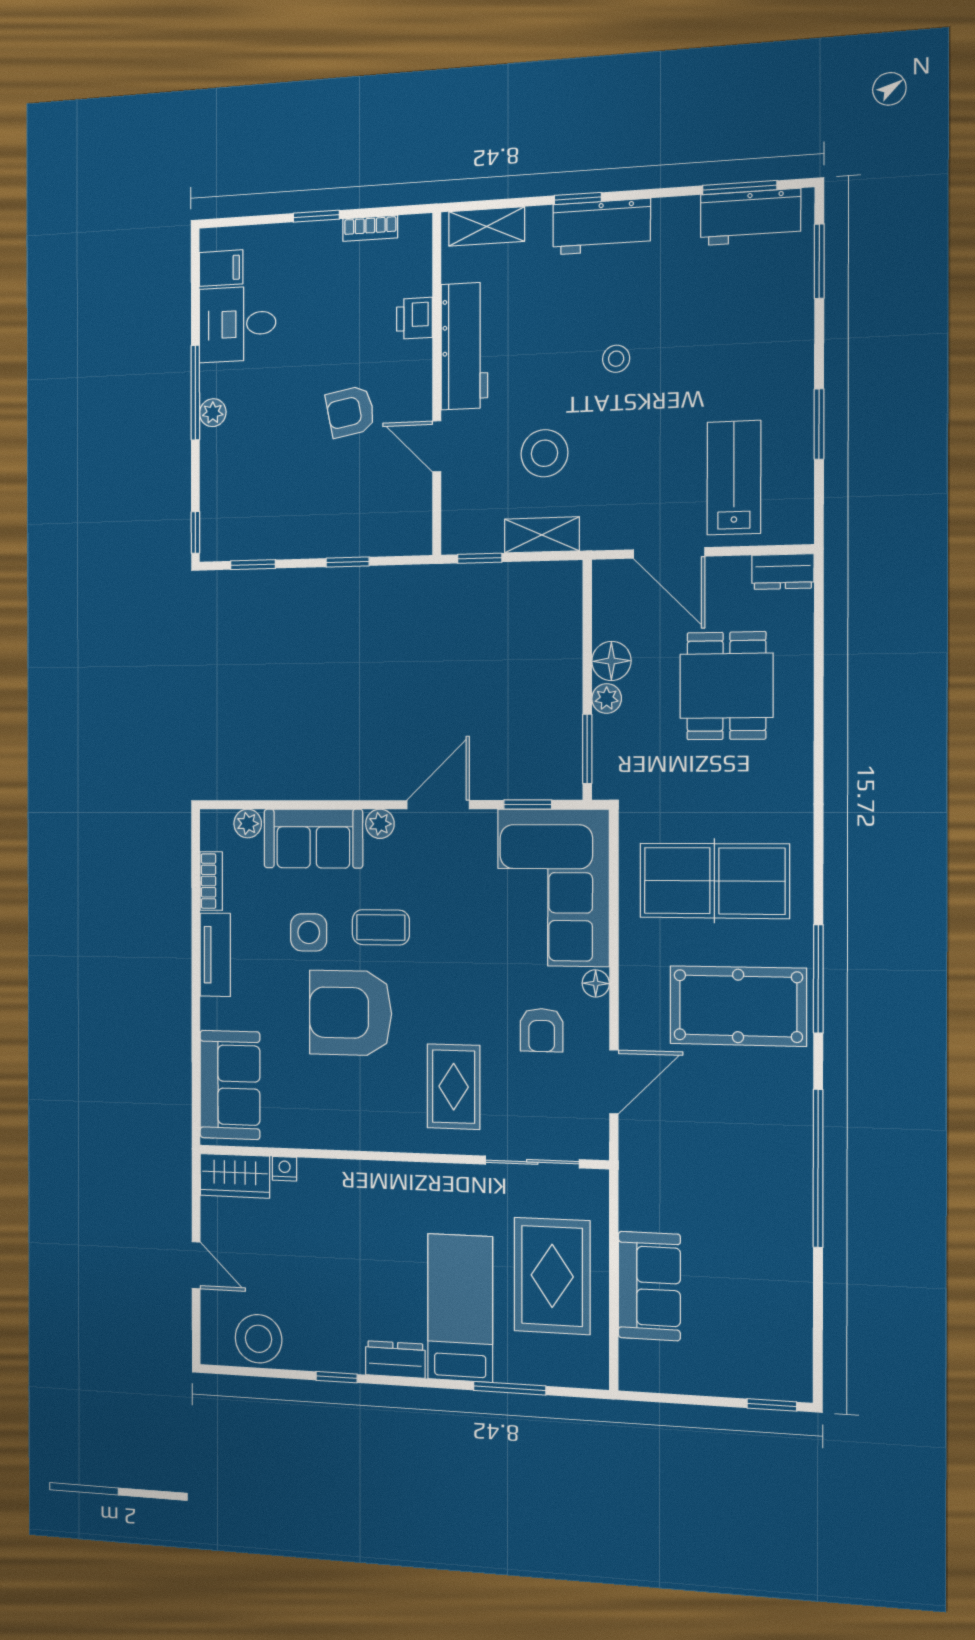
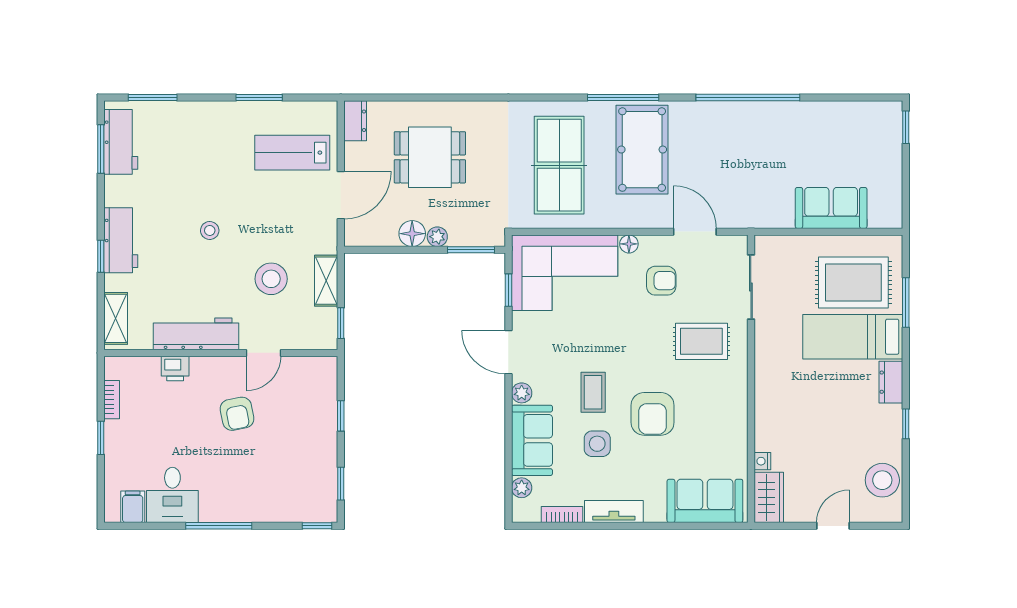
plant: (213, 413) -> (233, 513), removed
armchair: (350, 1013) -> (653, 414), width x0.73, depth x0.73
rug: (552, 1276) -> (853, 283), moved

